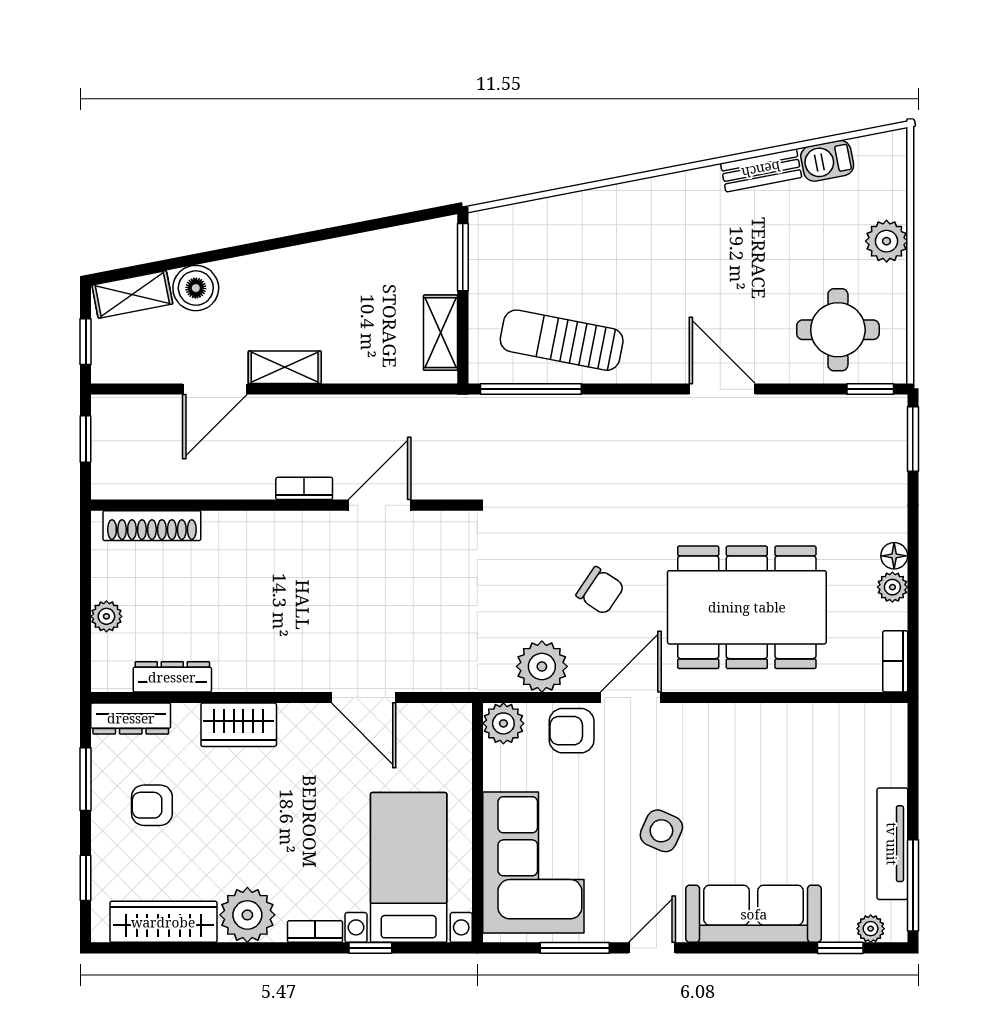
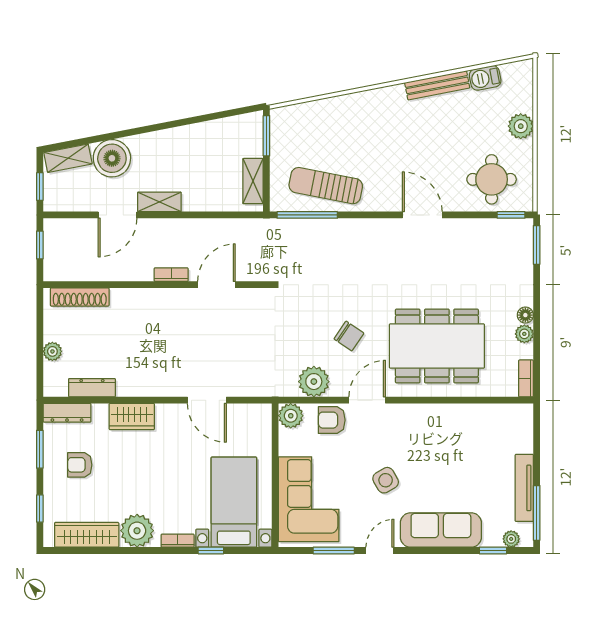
bench: (761, 170) -> (437, 85), width x1.36
boiler: (196, 288) -> (112, 158), width x1.37, depth x1.37
side table: (661, 831) -> (386, 480), turned 36

